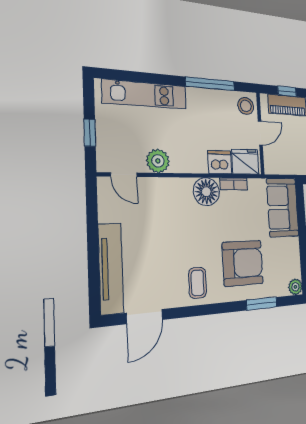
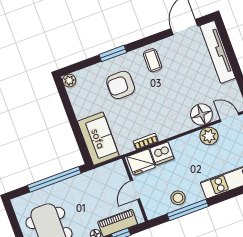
stool: (246, 106) -> (178, 198), moved
floor lamp: (206, 192) -> (201, 114), moved
armchair: (243, 263) -> (121, 85), width x0.73, depth x0.73
window: (262, 304) -> (113, 53), moved

